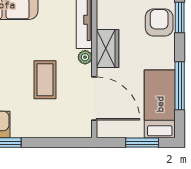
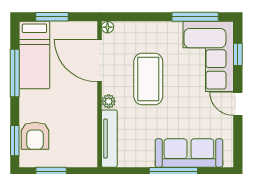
wardrobe: (108, 49) -> (86, 110), removed
coffee table: (45, 80) -> (148, 79), width x1.36, depth x1.32
floor lamp: (86, 132) -> (108, 27), added

